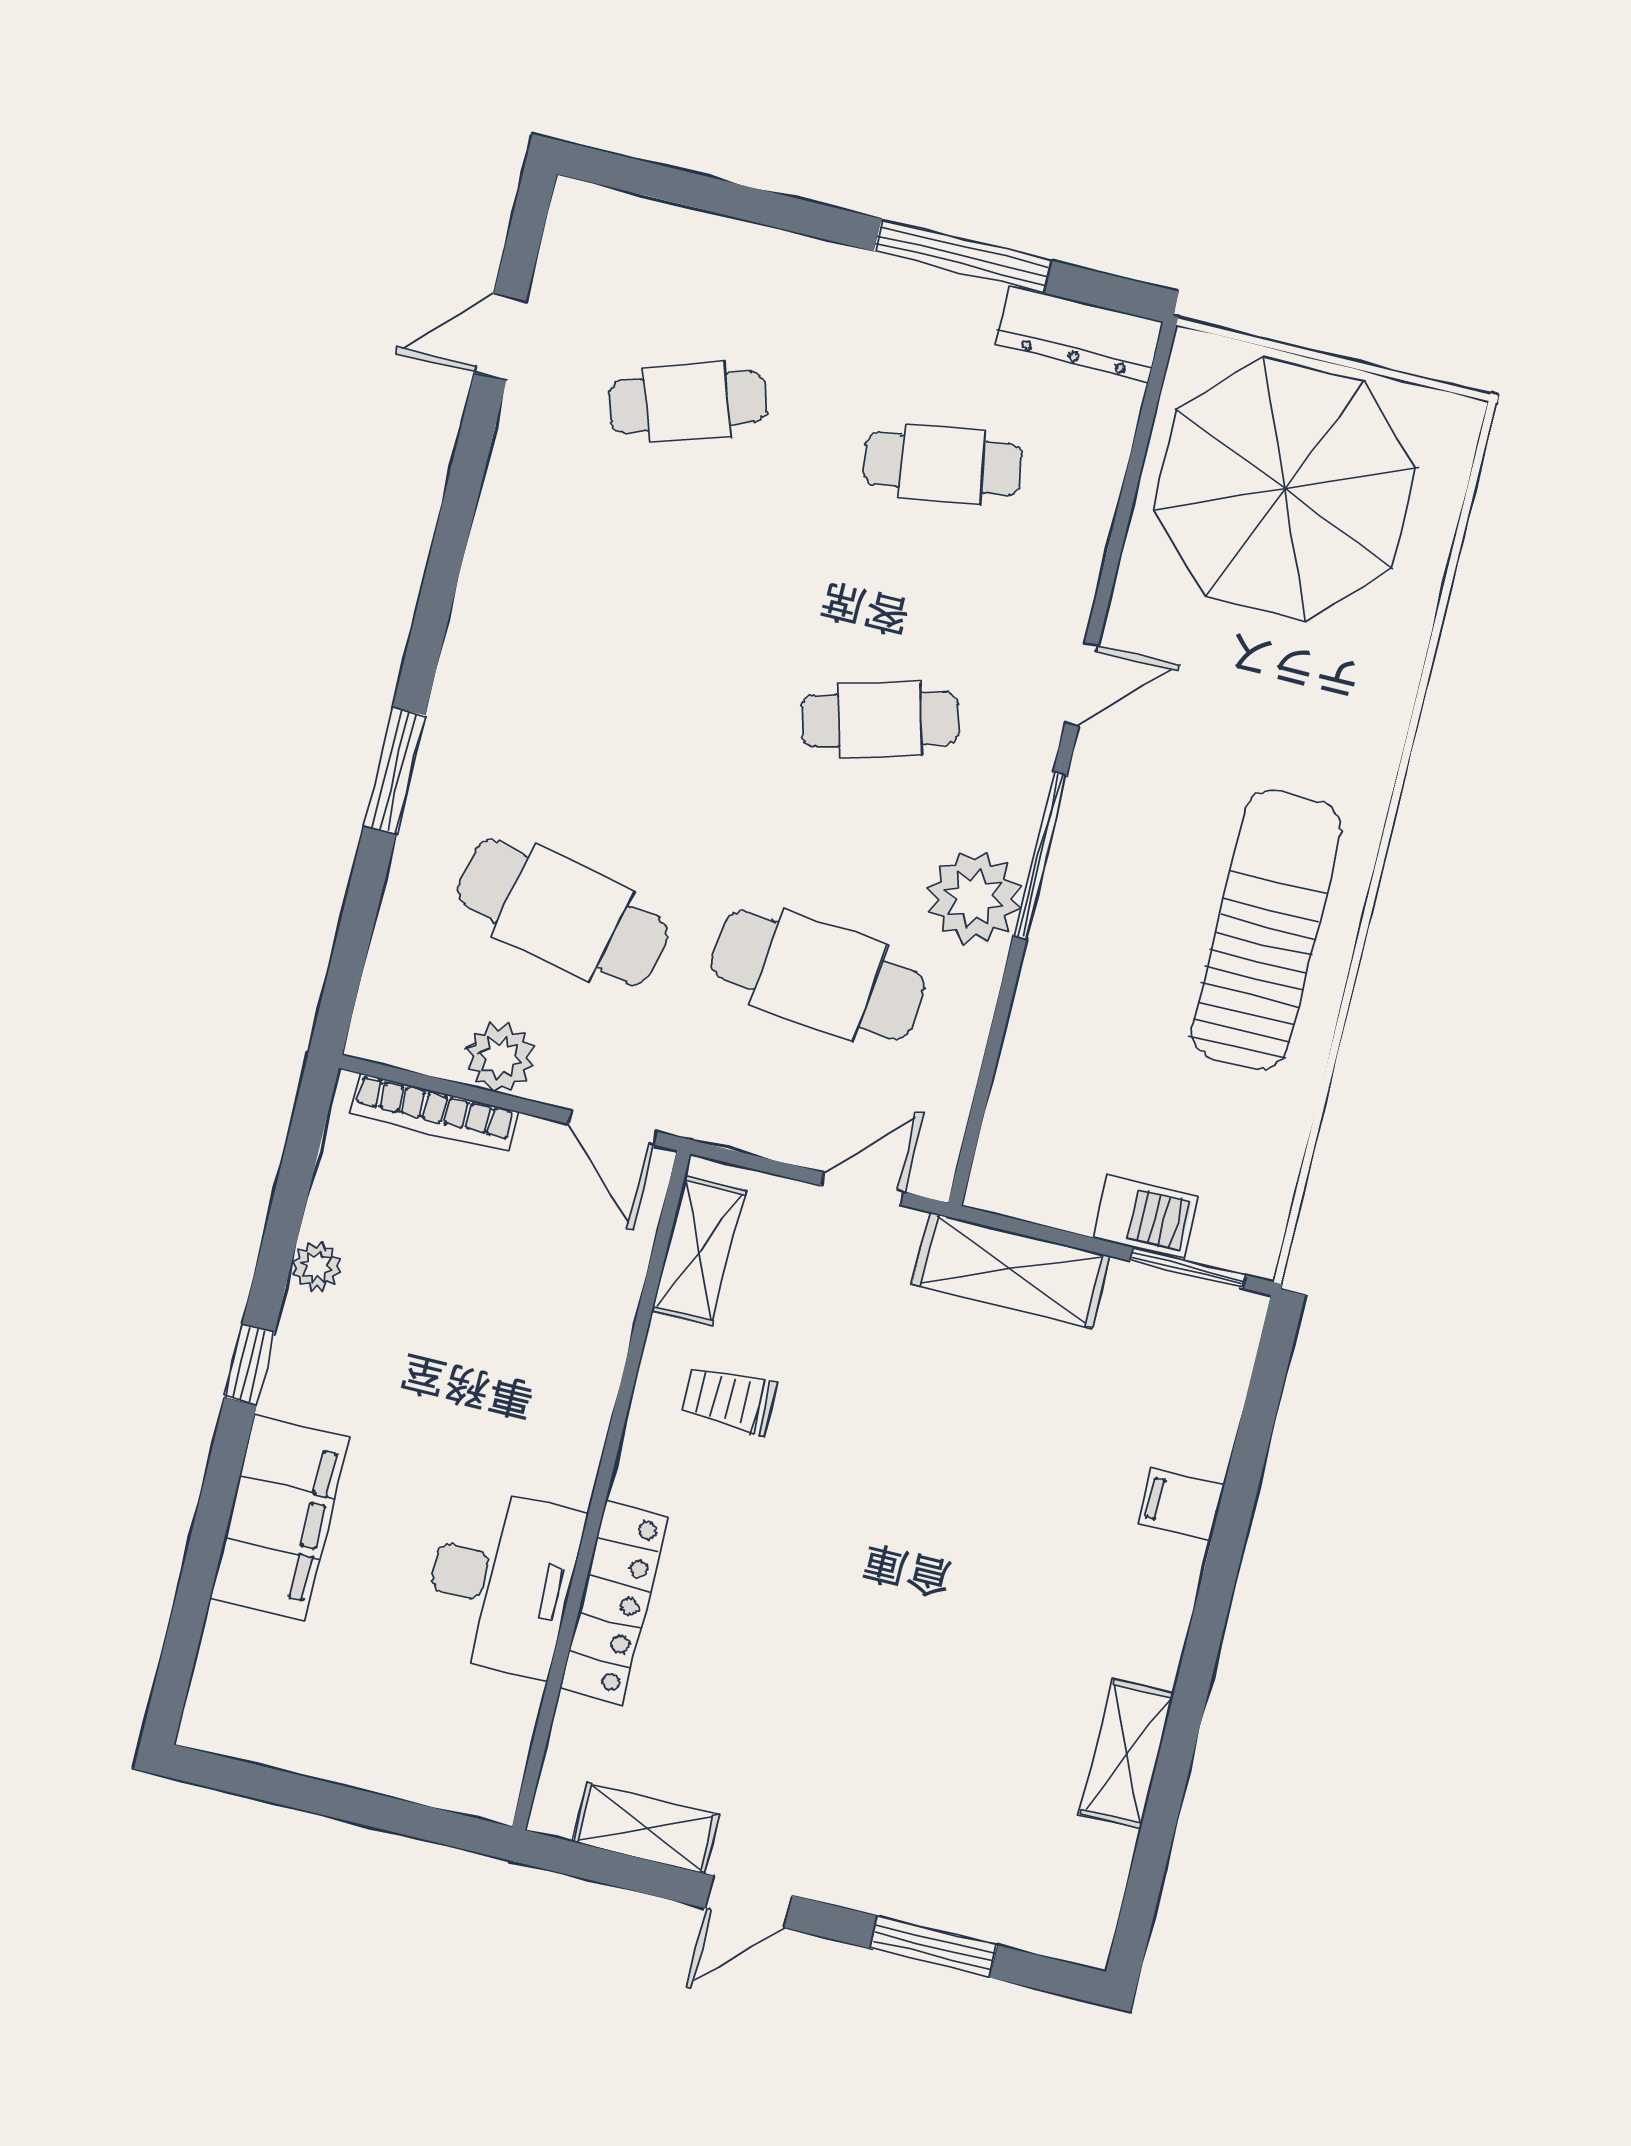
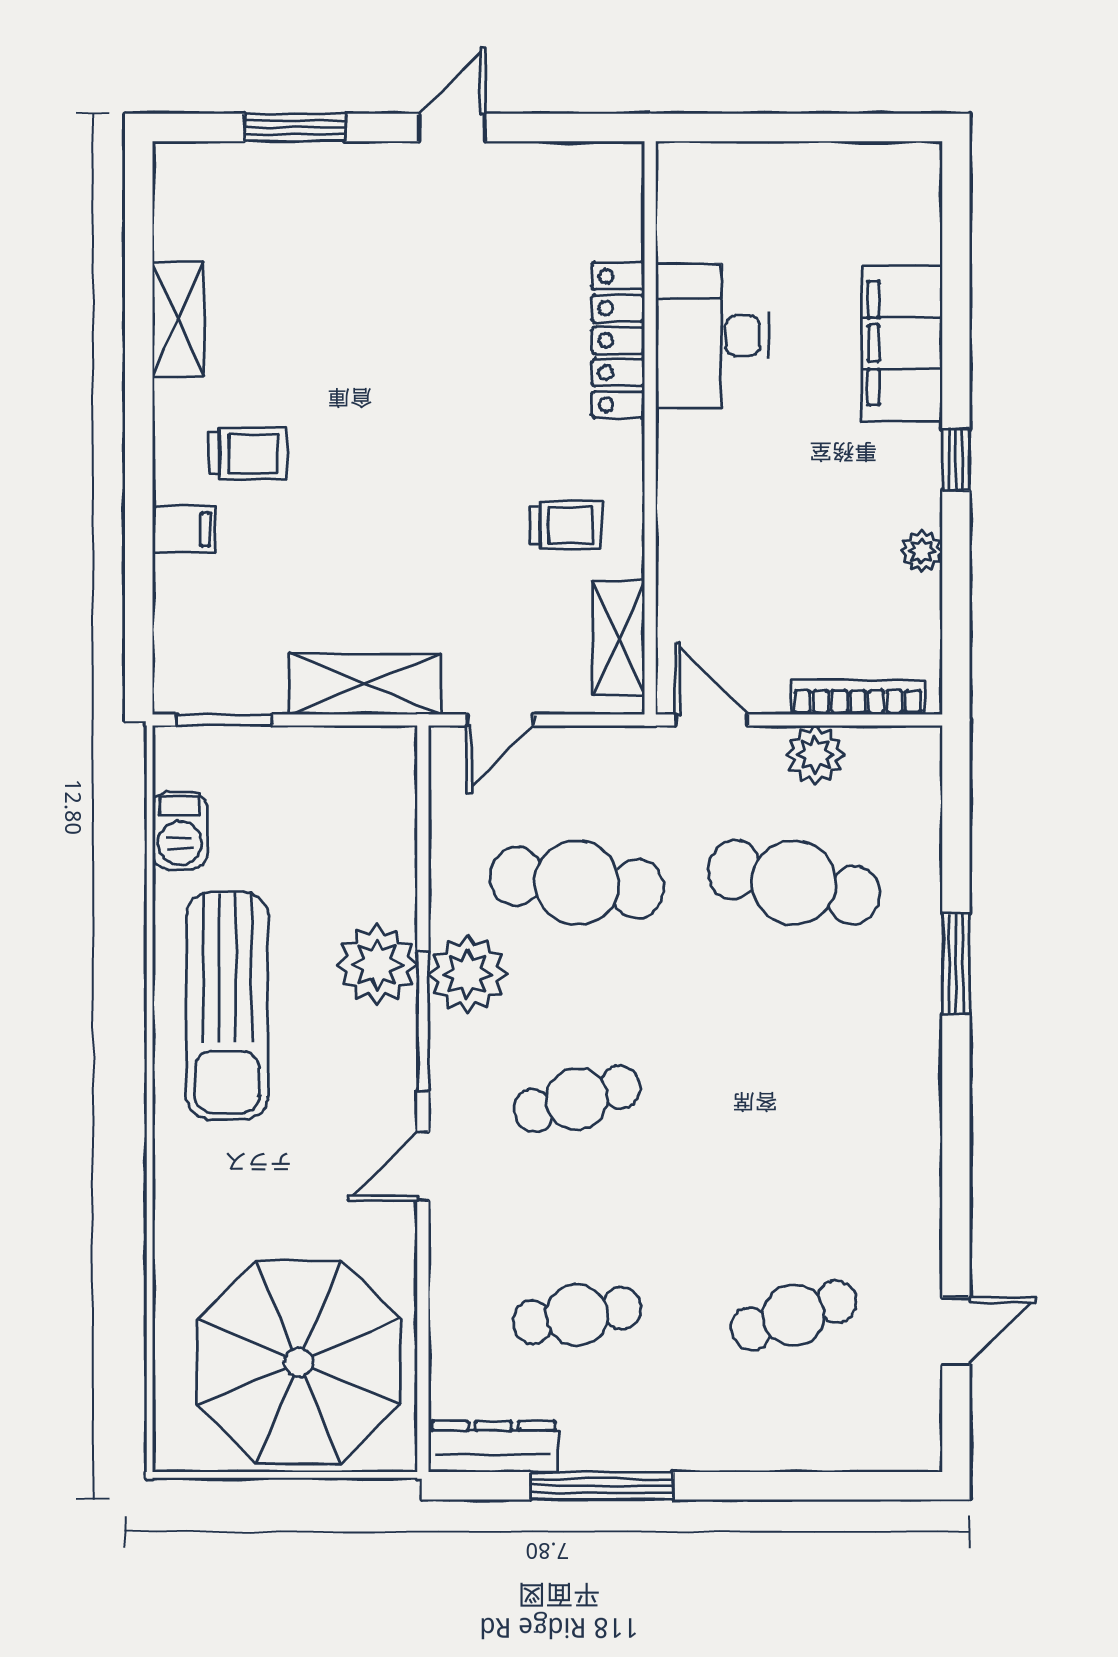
plant: (1078, 936) -> (377, 964), added
barbecue: (1146, 1217) -> (180, 831), moved, turned -90
trolley: (1083, 1576) -> (248, 454), added
shelving: (646, 1828) -> (549, 166), removed

